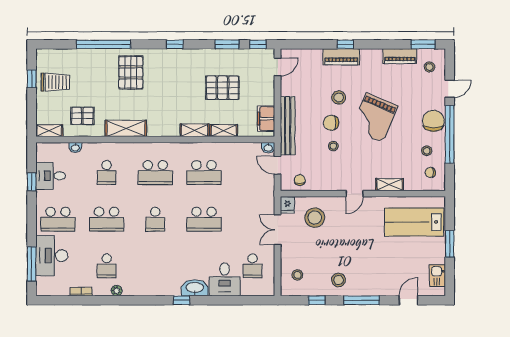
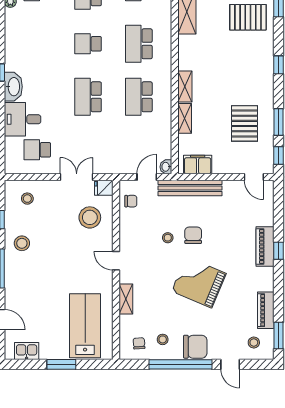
pallet: (222, 88) -> (244, 123), moved
stool: (339, 97) -> (221, 244), removed

